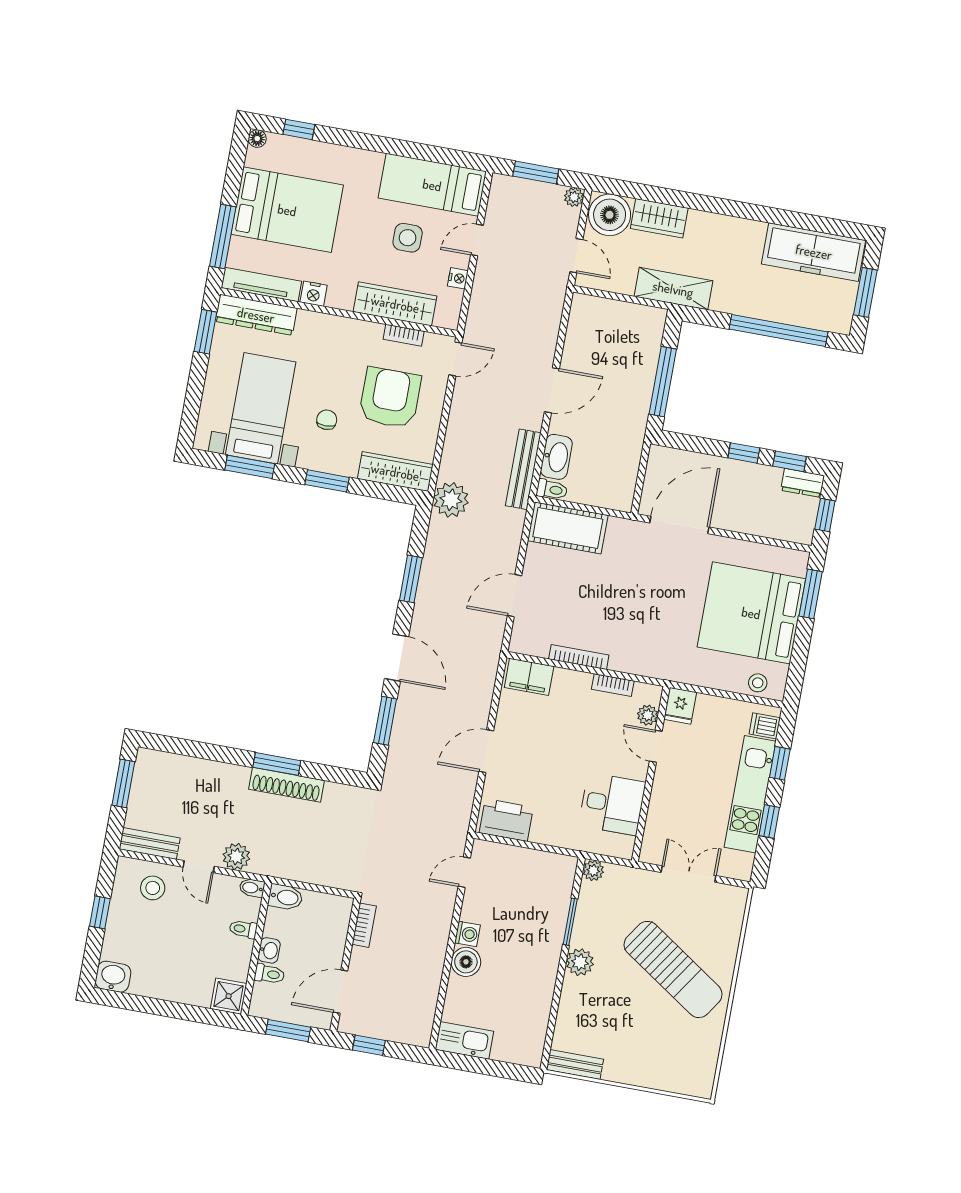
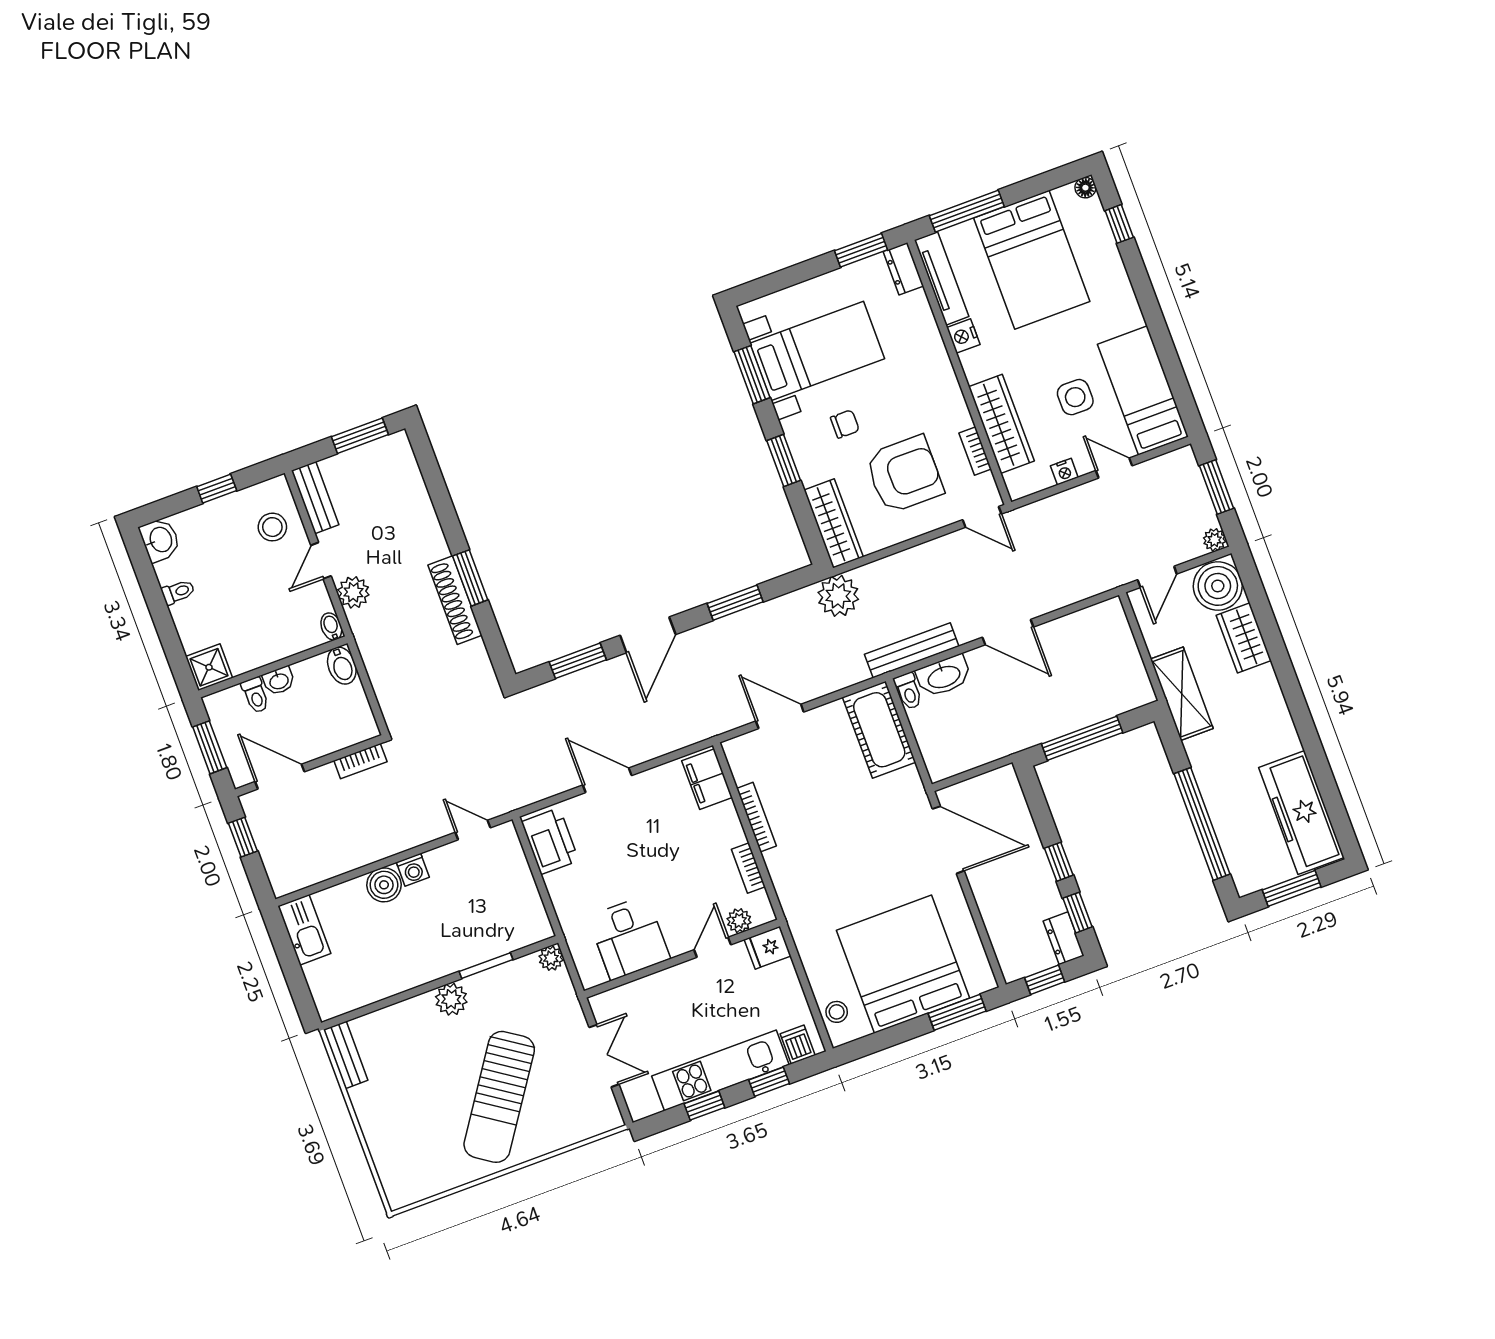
dresser: (256, 315) -> (903, 269), width x0.51, depth x0.80
toilet: (243, 929) -> (178, 592), moved, turned 90

